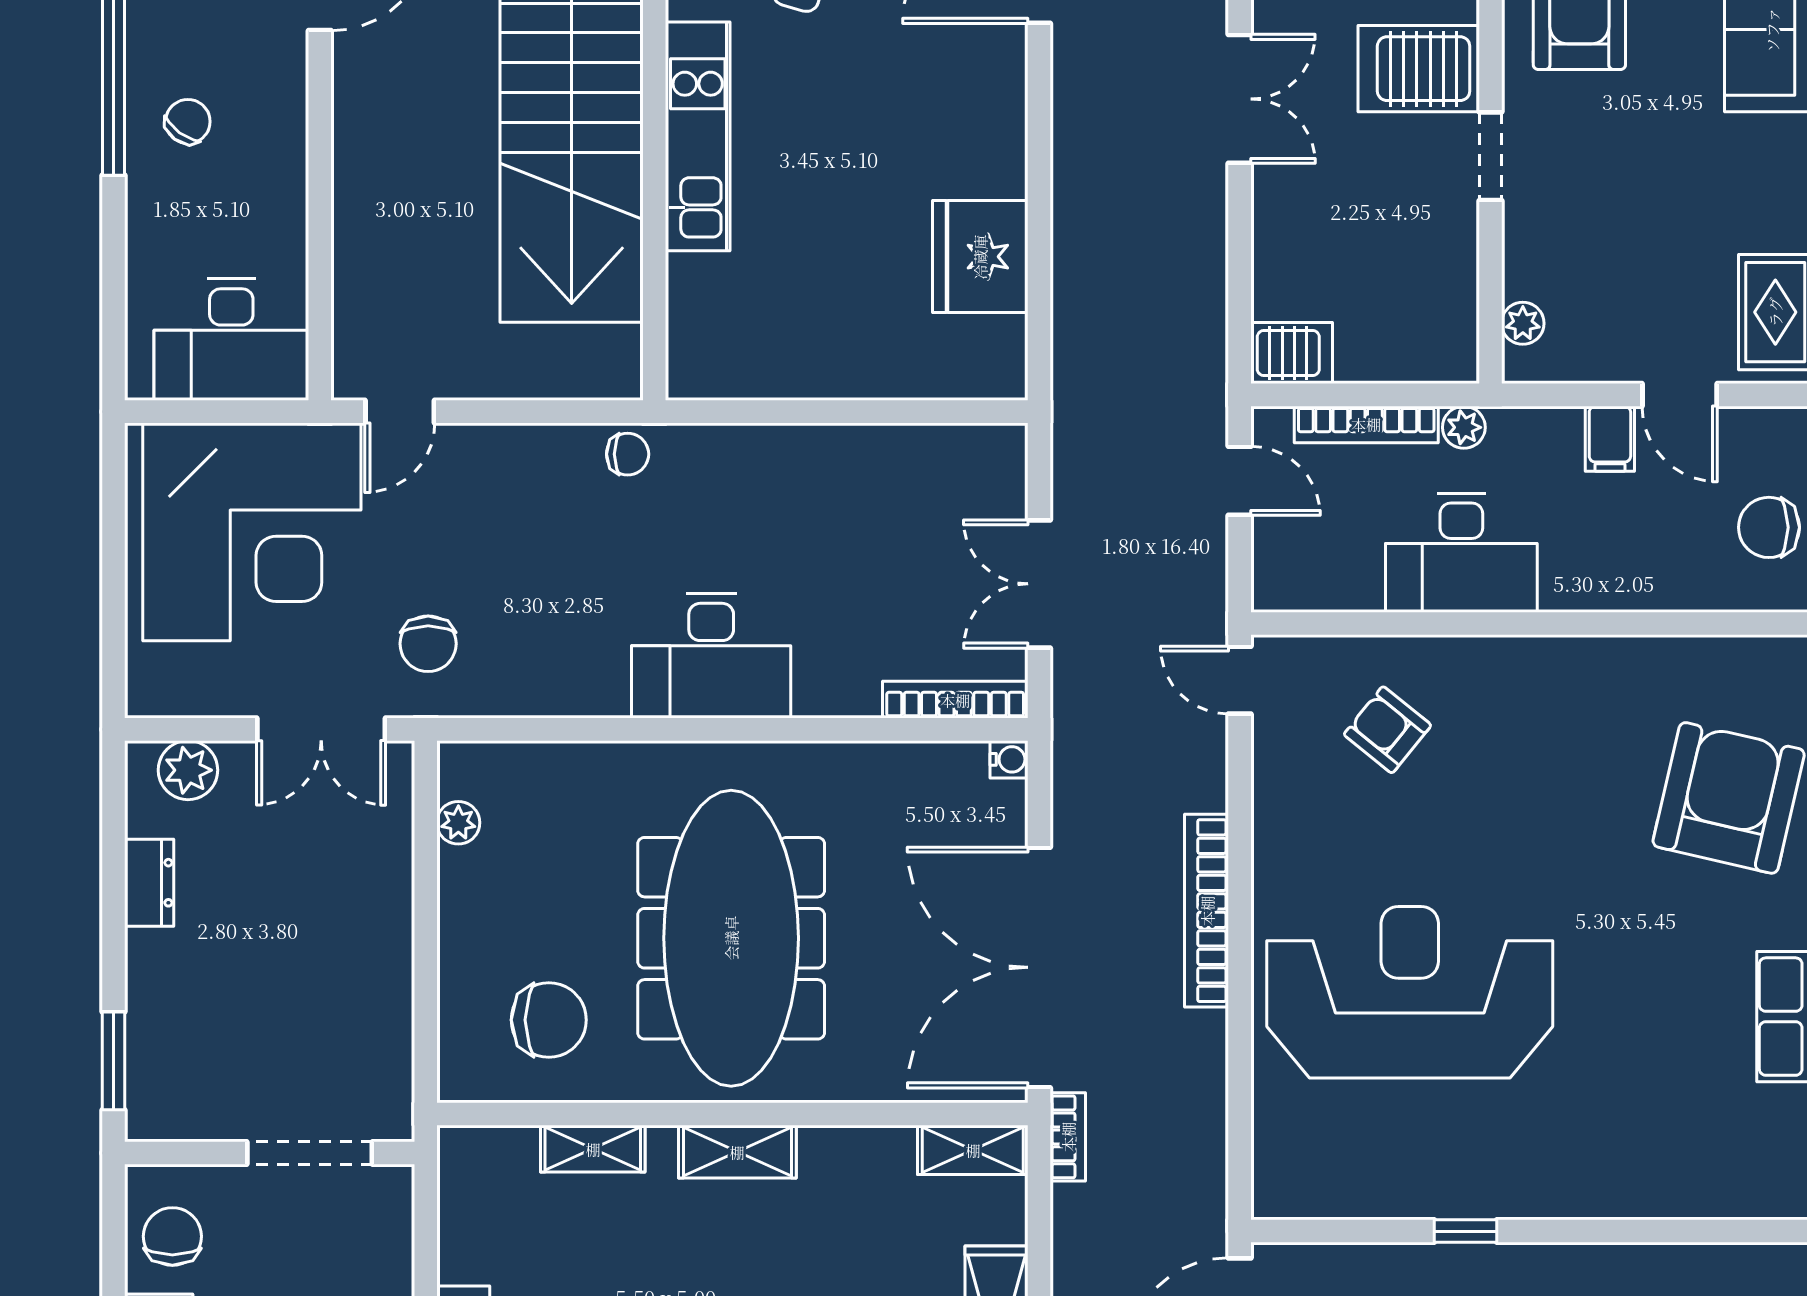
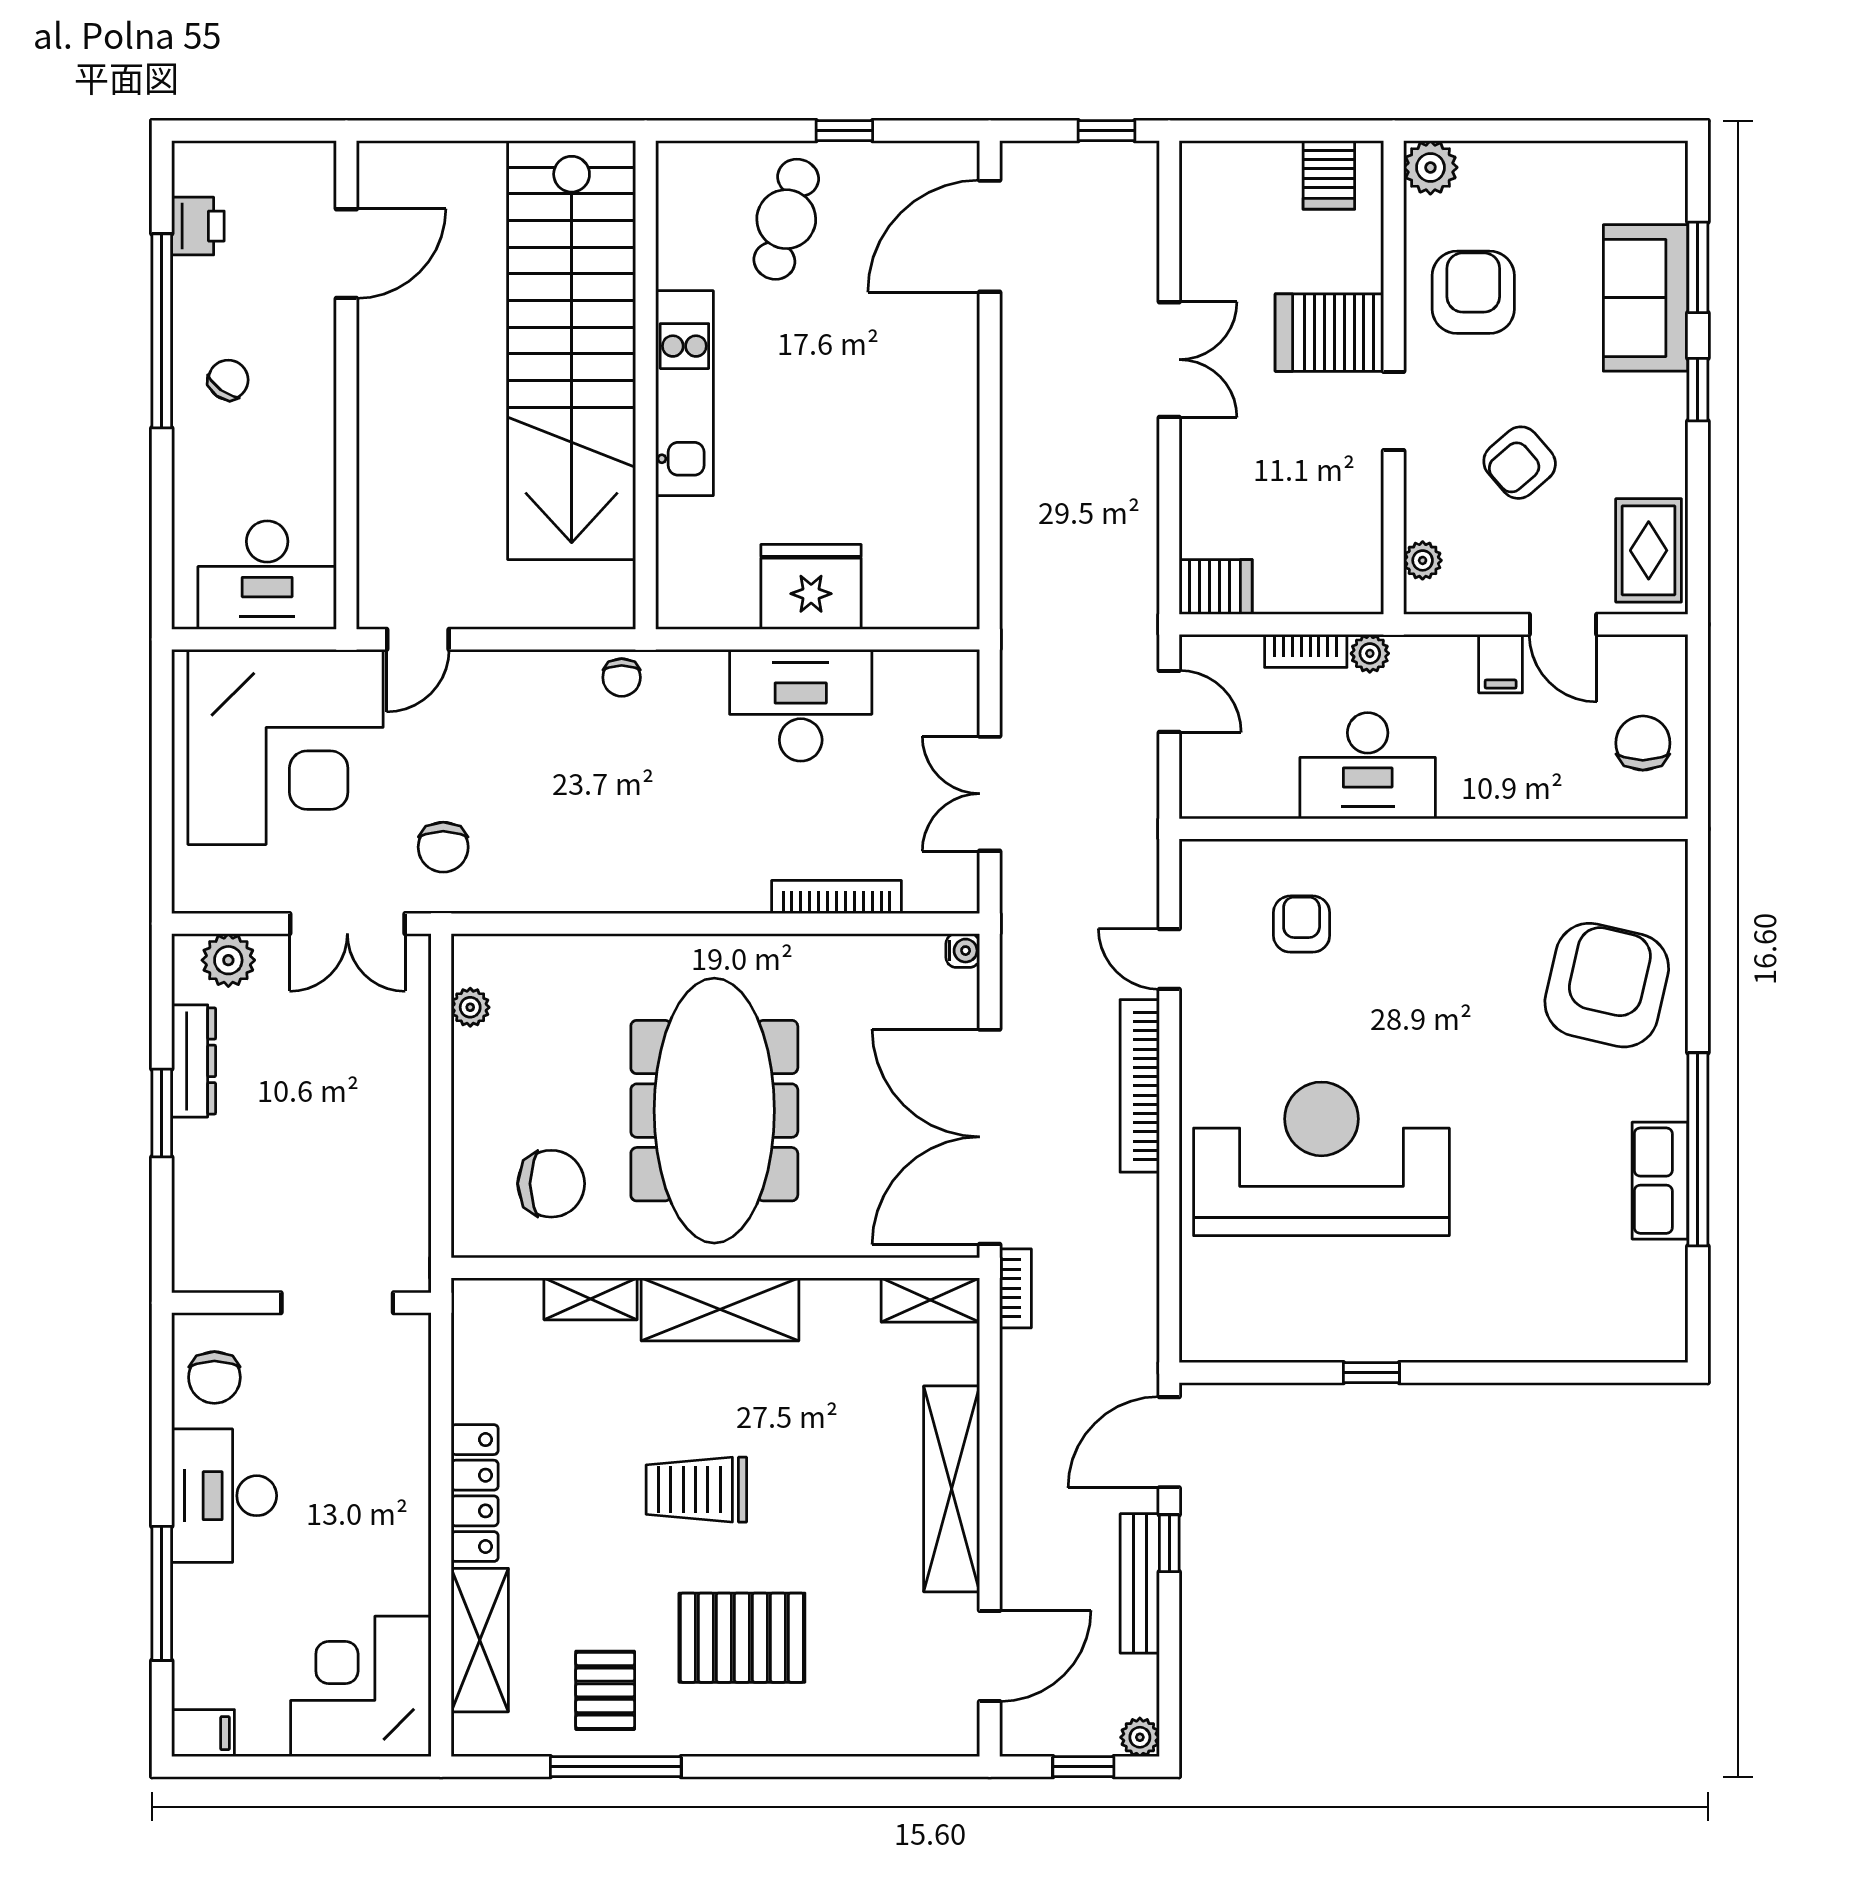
armchair: (1631, 214) -> (1520, 463), added
fridge: (980, 257) -> (811, 587), moved, turned 90
bookcase: (1366, 424) -> (1306, 651), width x0.64
chair: (628, 454) -> (622, 677), turned 90
chair: (1769, 527) -> (1643, 743), turned 90
desk: (711, 656) -> (801, 705), moved, turned 180
door: (1240, 680) -> (1169, 959), moved
bookcase: (955, 700) -> (837, 897), moved
armchair: (1387, 730) -> (1302, 924), turned 51
dresser: (149, 883) -> (194, 1061), width x1.44
window: (114, 1061) -> (162, 1113), moved
shelving: (737, 1152) -> (720, 1309), width x1.50, depth x1.33
chair: (172, 1236) -> (214, 1377), turned 180

